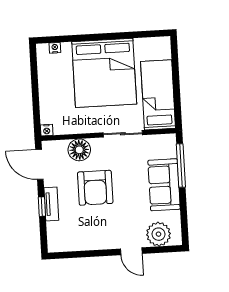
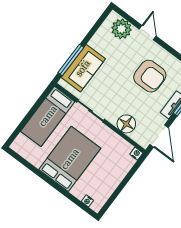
bed: (104, 73) -> (70, 159), width x0.73
sofa: (164, 185) -> (83, 68), moved
armchair: (95, 188) -> (150, 76), moved, turned 90

